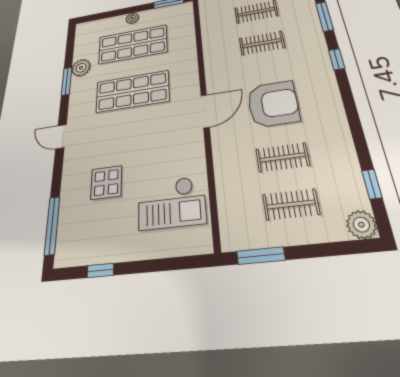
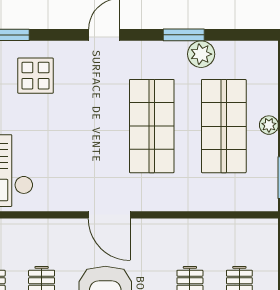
display table: (106, 183) -> (36, 76), moved

